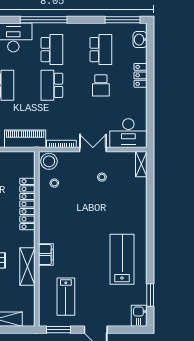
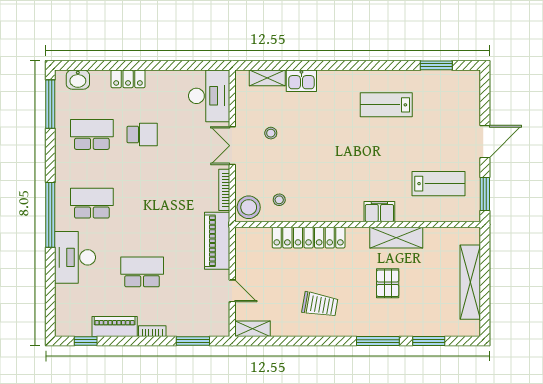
school desk: (52, 85) -> (142, 203), removed
shelving: (141, 164) -> (267, 78), moved
lab bench: (122, 259) -> (386, 105), width x0.73, depth x0.72
kitchen sink: (139, 316) -> (301, 81), moved

